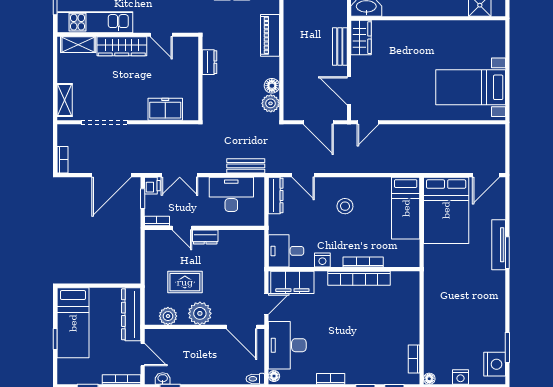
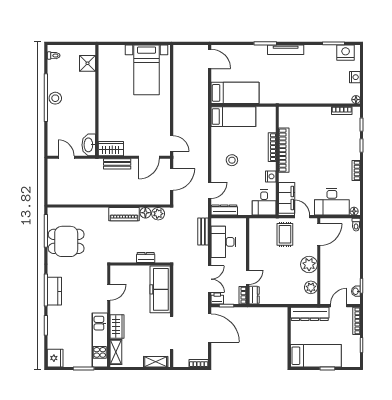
piano: (270, 35) -> (124, 214), moved
wardrobe: (122, 46) -> (117, 327), width x0.67
dresser: (209, 62) -> (146, 258), moved
freezer: (165, 109) -> (160, 289), width x1.91, depth x1.26
bed: (446, 210) -> (235, 93), width x0.67
dresser: (205, 237) -> (254, 295), moved
tv unit: (499, 245) -> (286, 50), moved
rug: (185, 282) -> (285, 234), moved

